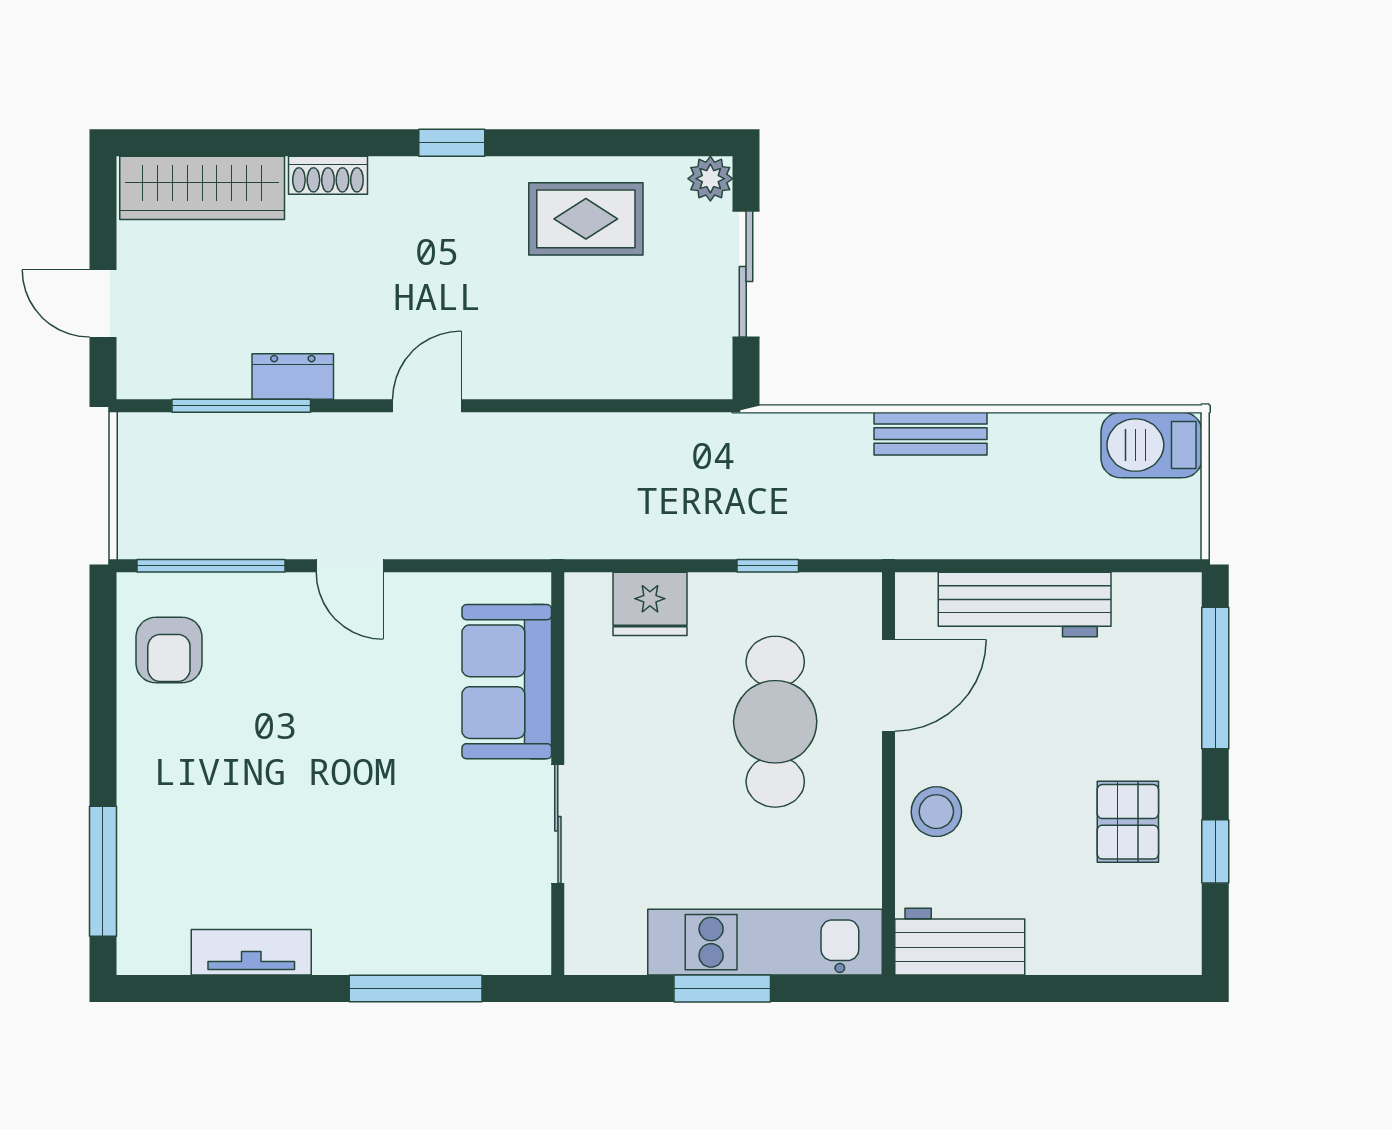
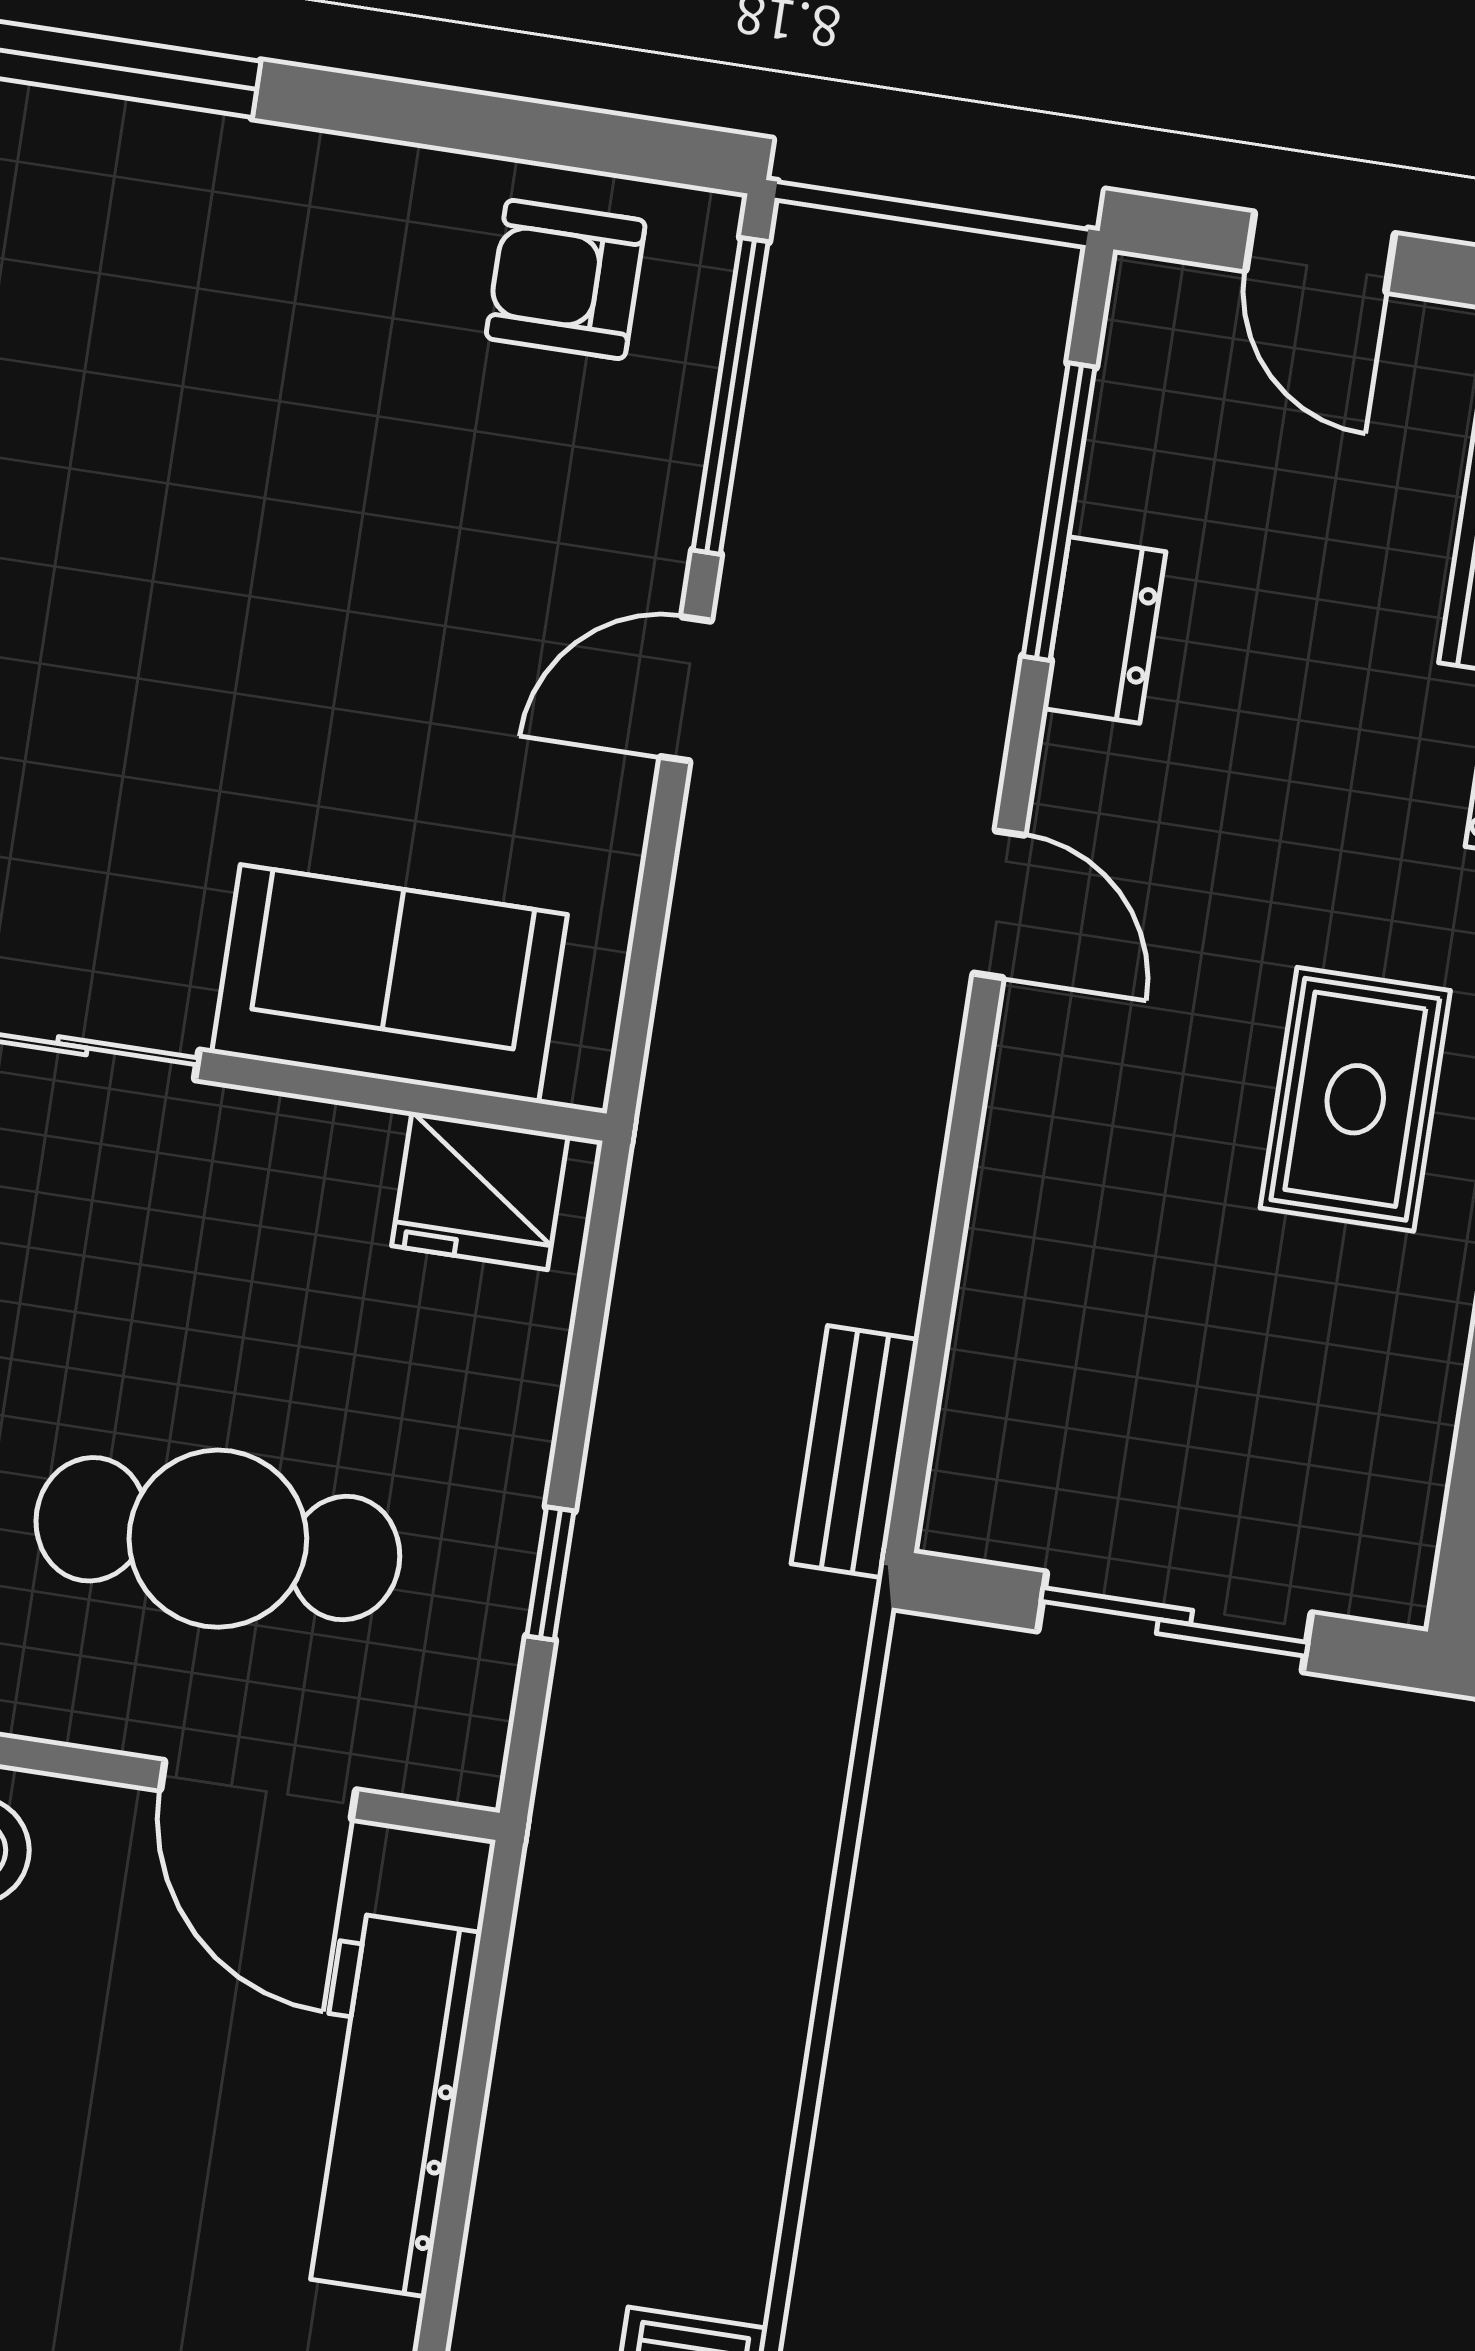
plant: (710, 179) -> (1388, 1577), removed
rug: (586, 219) -> (1355, 1099), moved
door: (103, 303) -> (1320, 252), swing flipped
bench: (930, 434) -> (855, 1452), moved
fridge: (650, 604) -> (480, 1191), moved, turned -90

